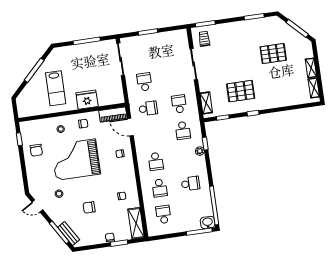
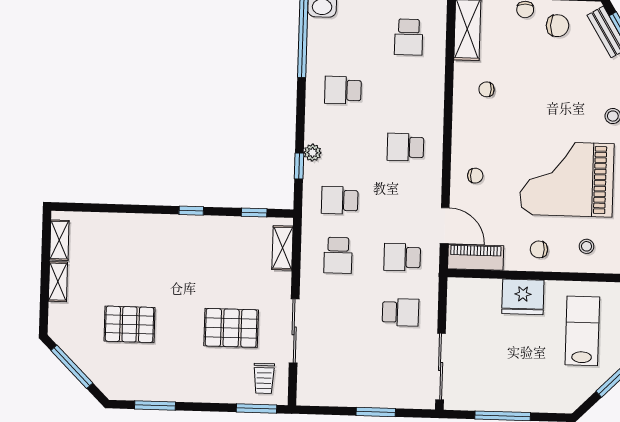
school desk: (144, 82) -> (400, 312), turned -90
pallet: (241, 91) -> (231, 328), moved
school desk: (183, 130) -> (340, 200), turned -90
grand piano: (76, 160) -> (567, 179), turned 180
school desk: (156, 161) -> (405, 147), turned -90
school desk: (160, 188) -> (407, 92), removed
chair: (89, 207) -> (558, 26), moved

